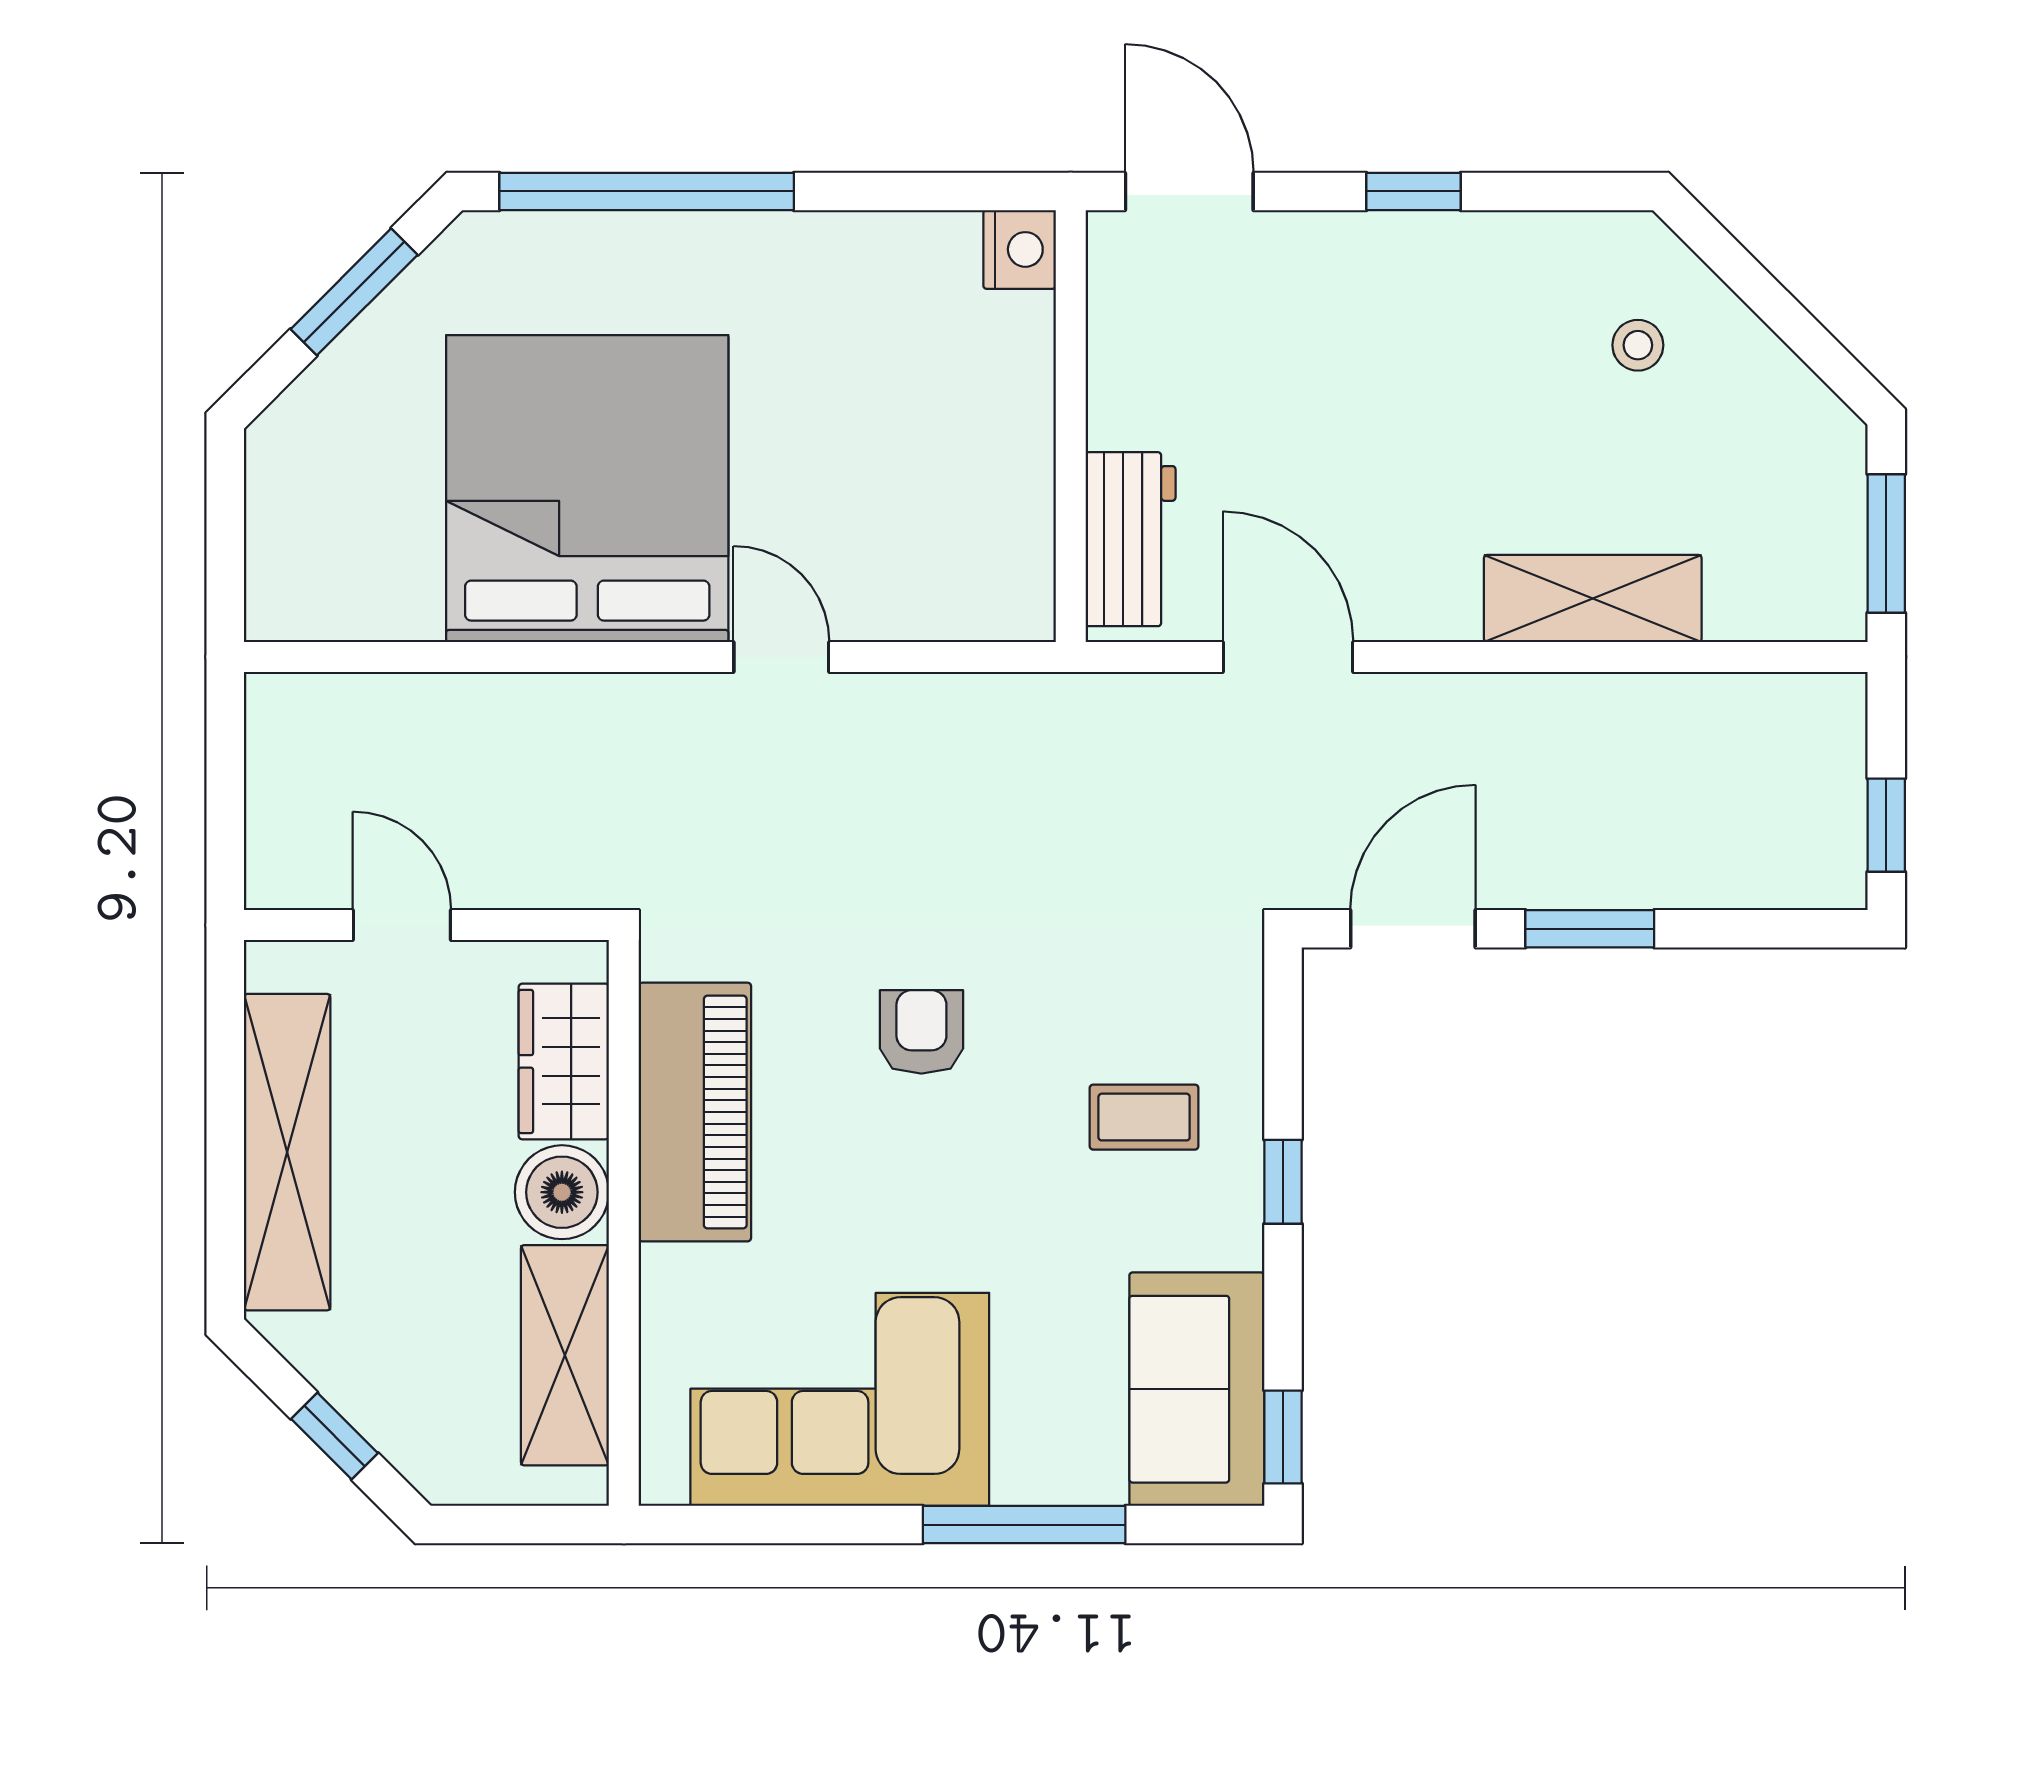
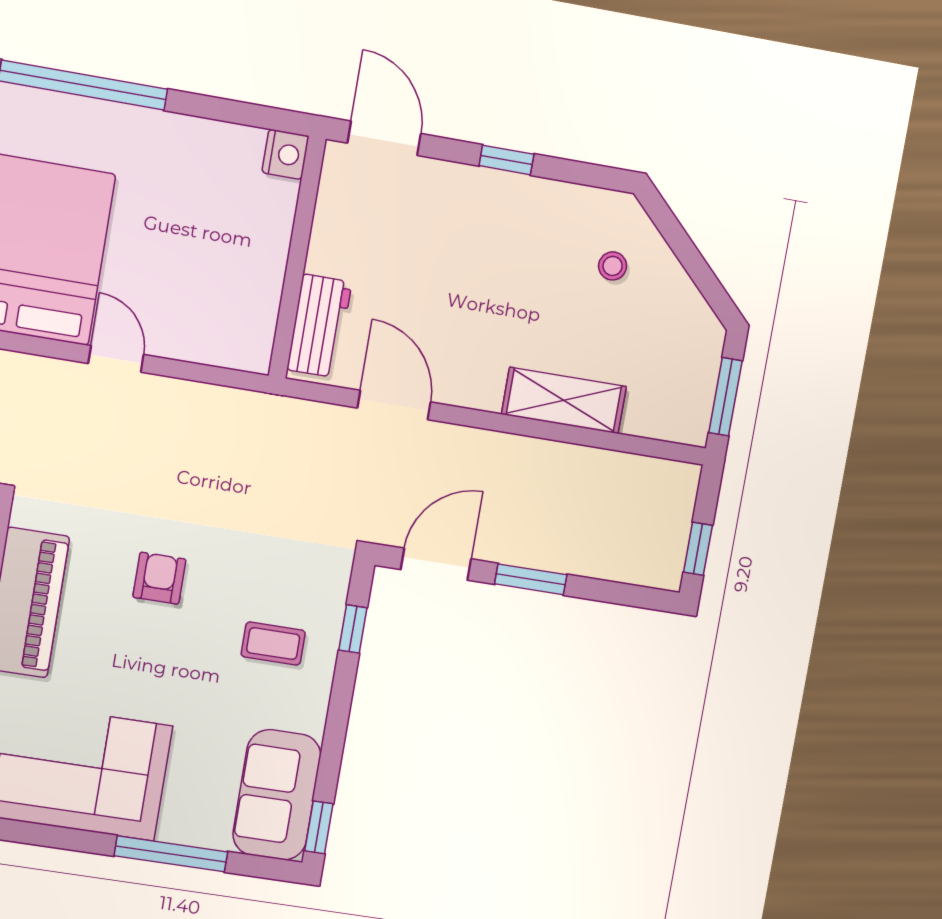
window: (1283, 1182) -> (353, 629), moved

